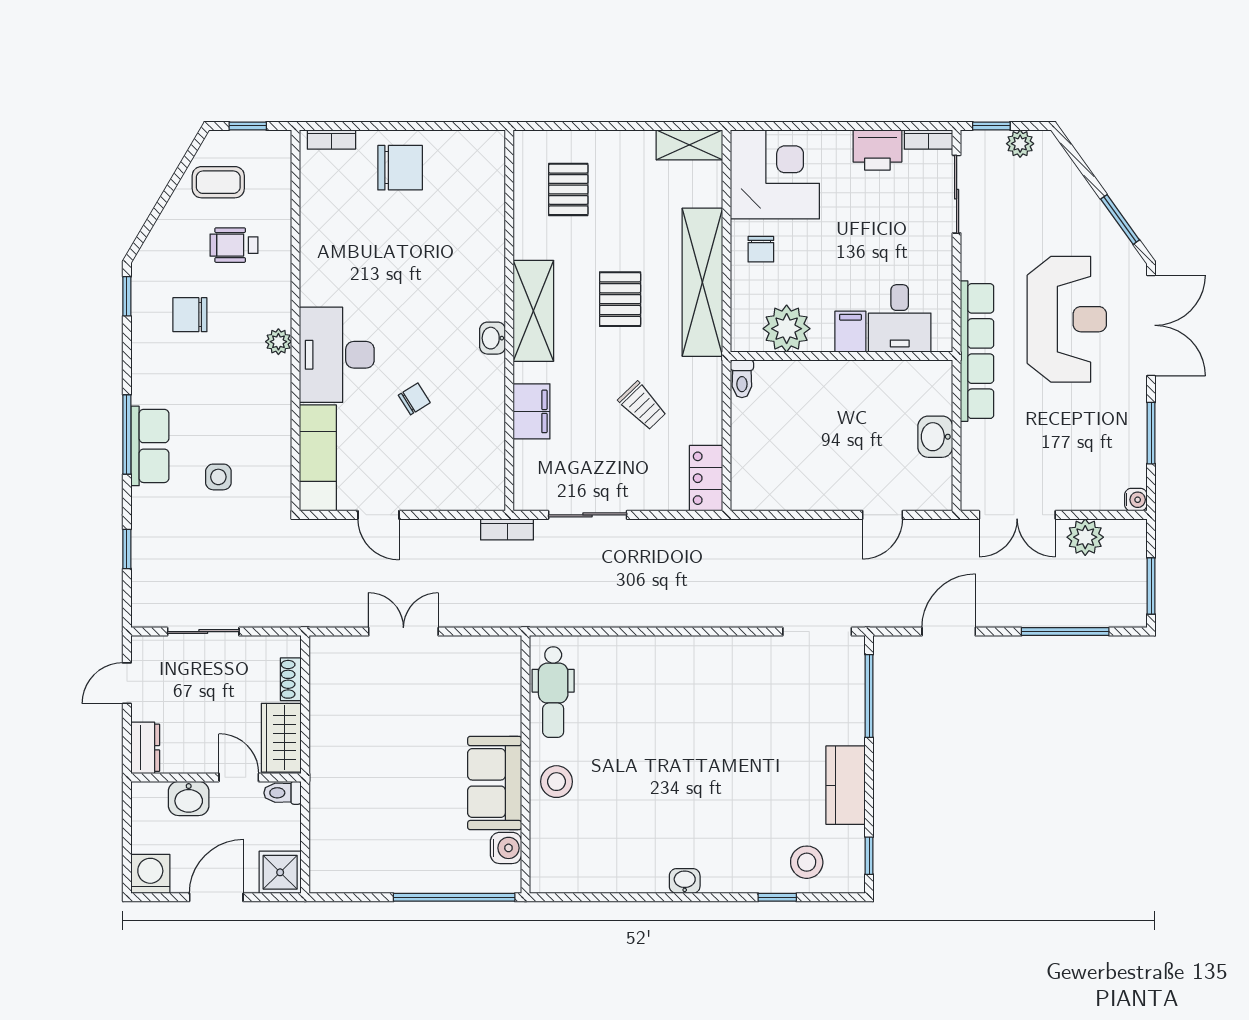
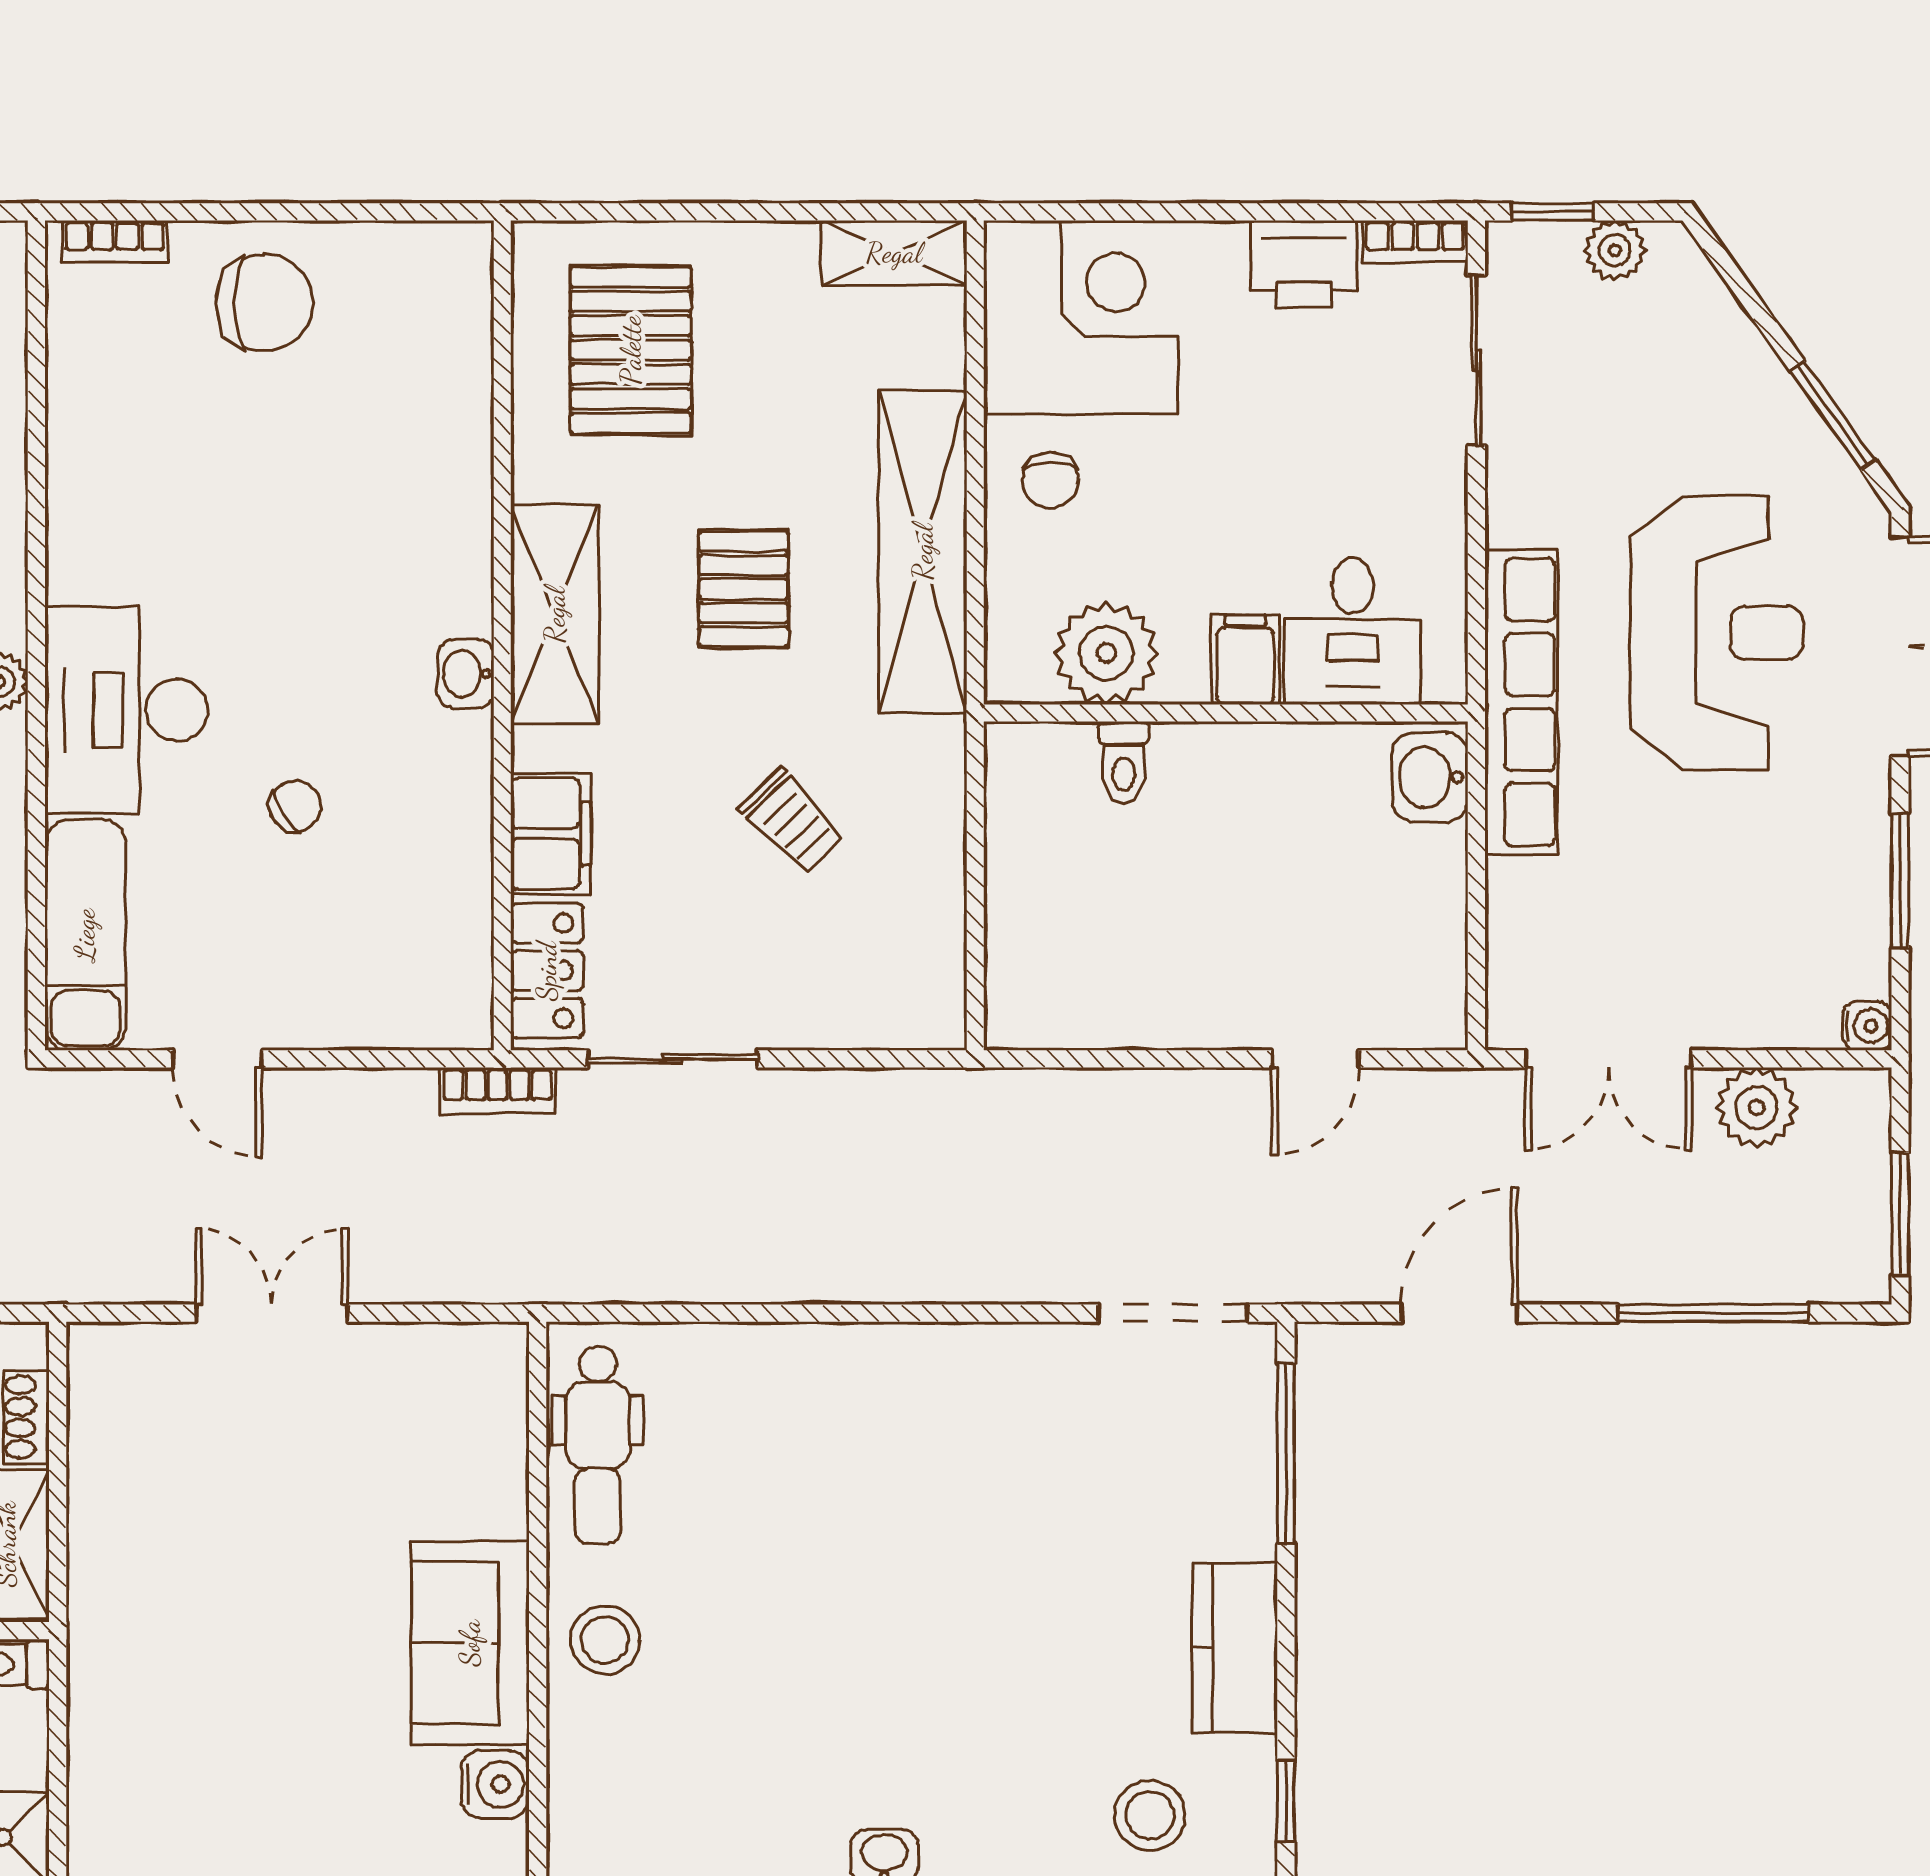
pallet: (568, 189) -> (631, 350), width x1.50, depth x1.42
toilet: (742, 379) -> (1124, 763), moved
washbasin: (935, 437) -> (1430, 777), moved
locker: (706, 478) -> (547, 971), moved, turned 180

